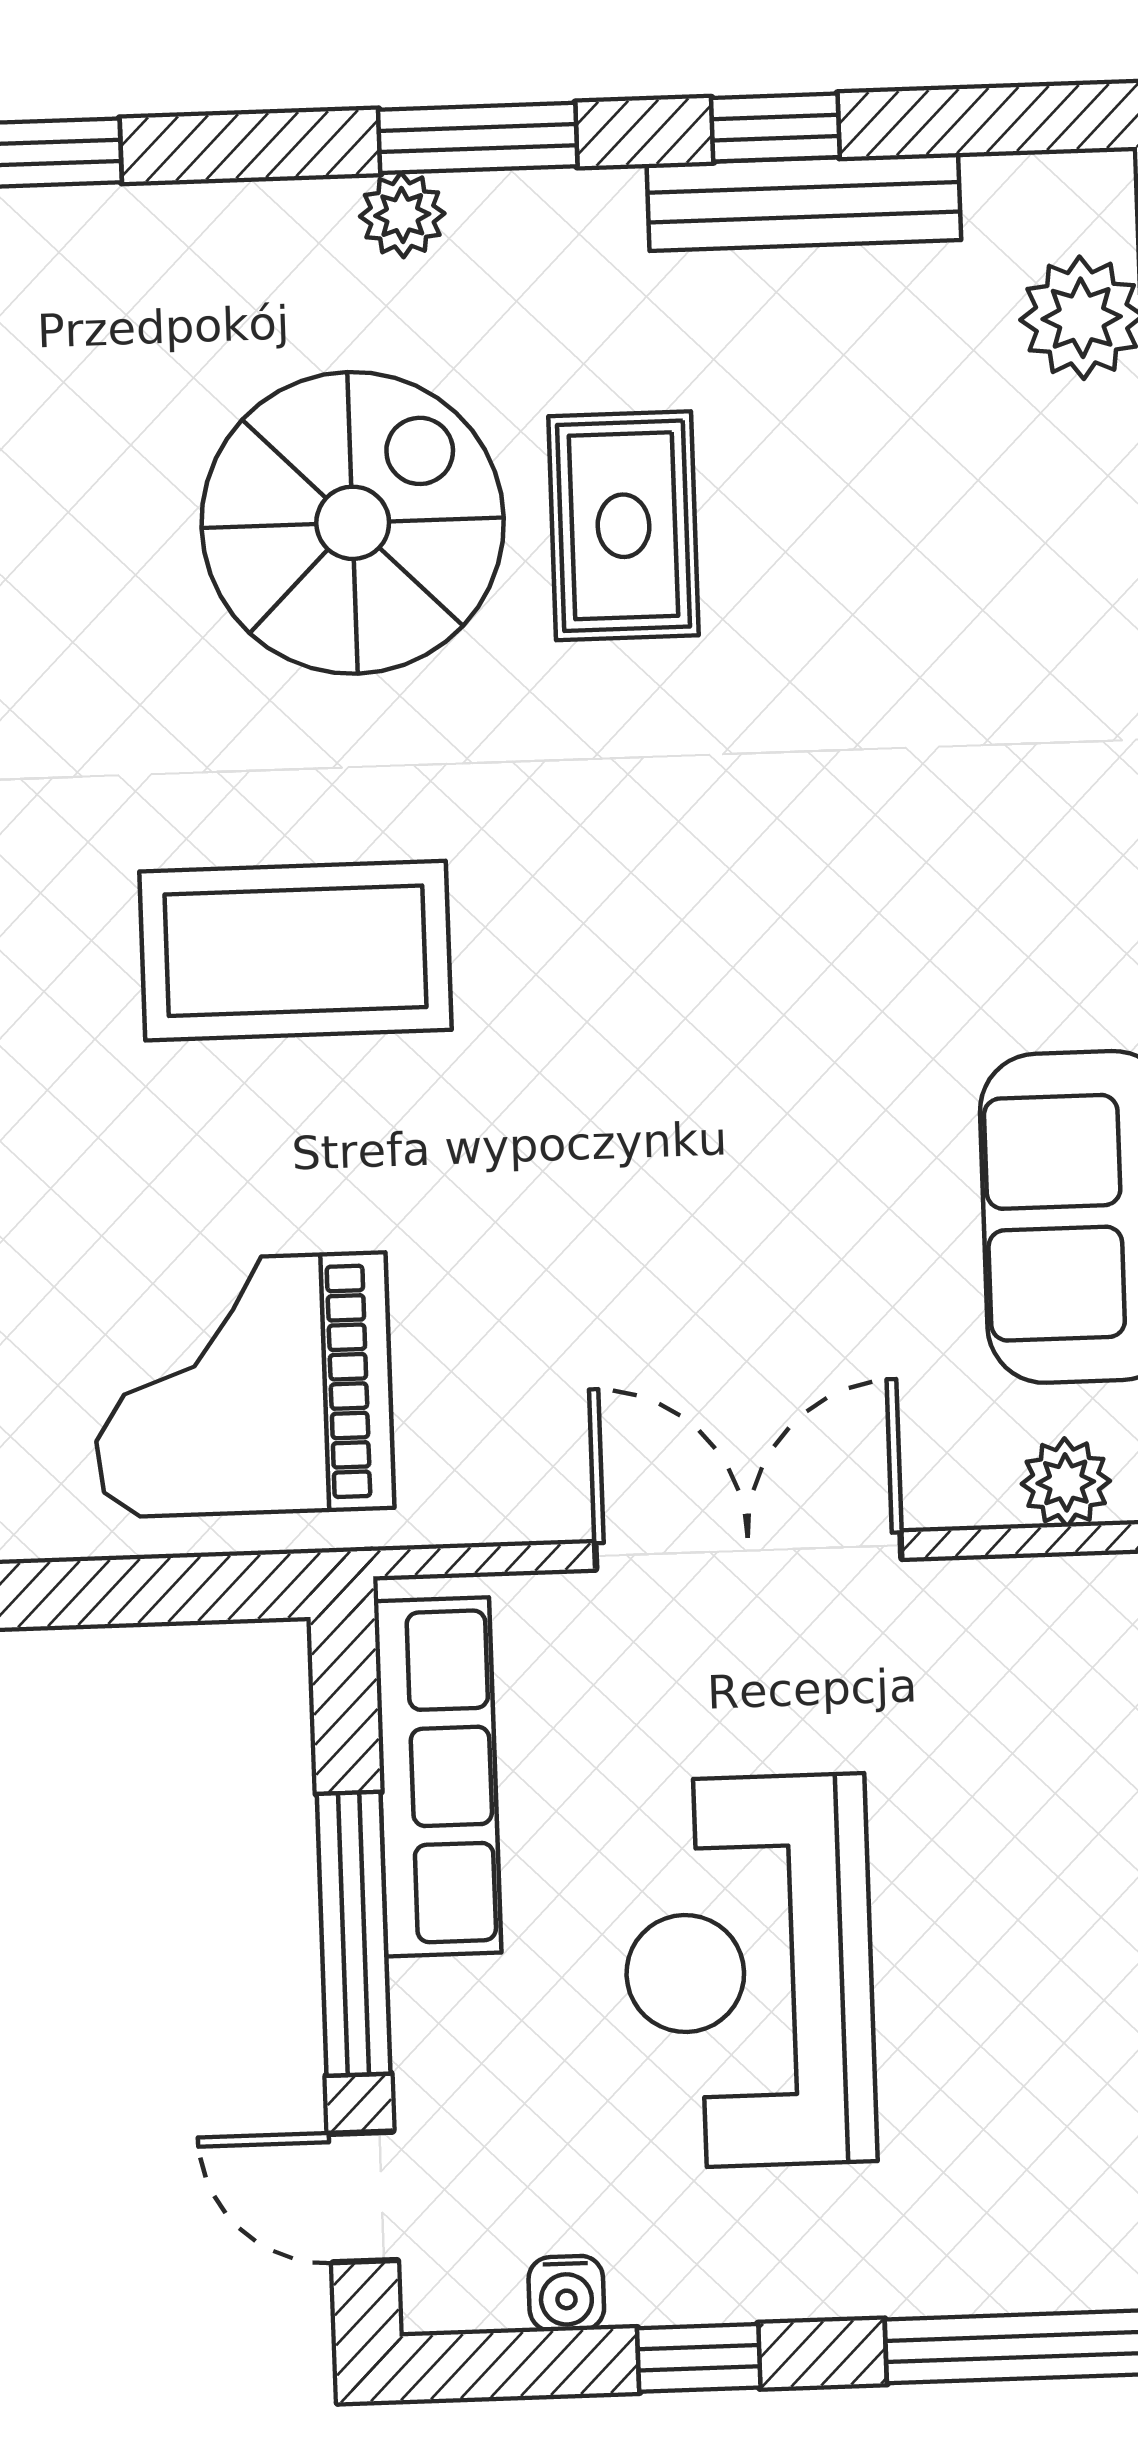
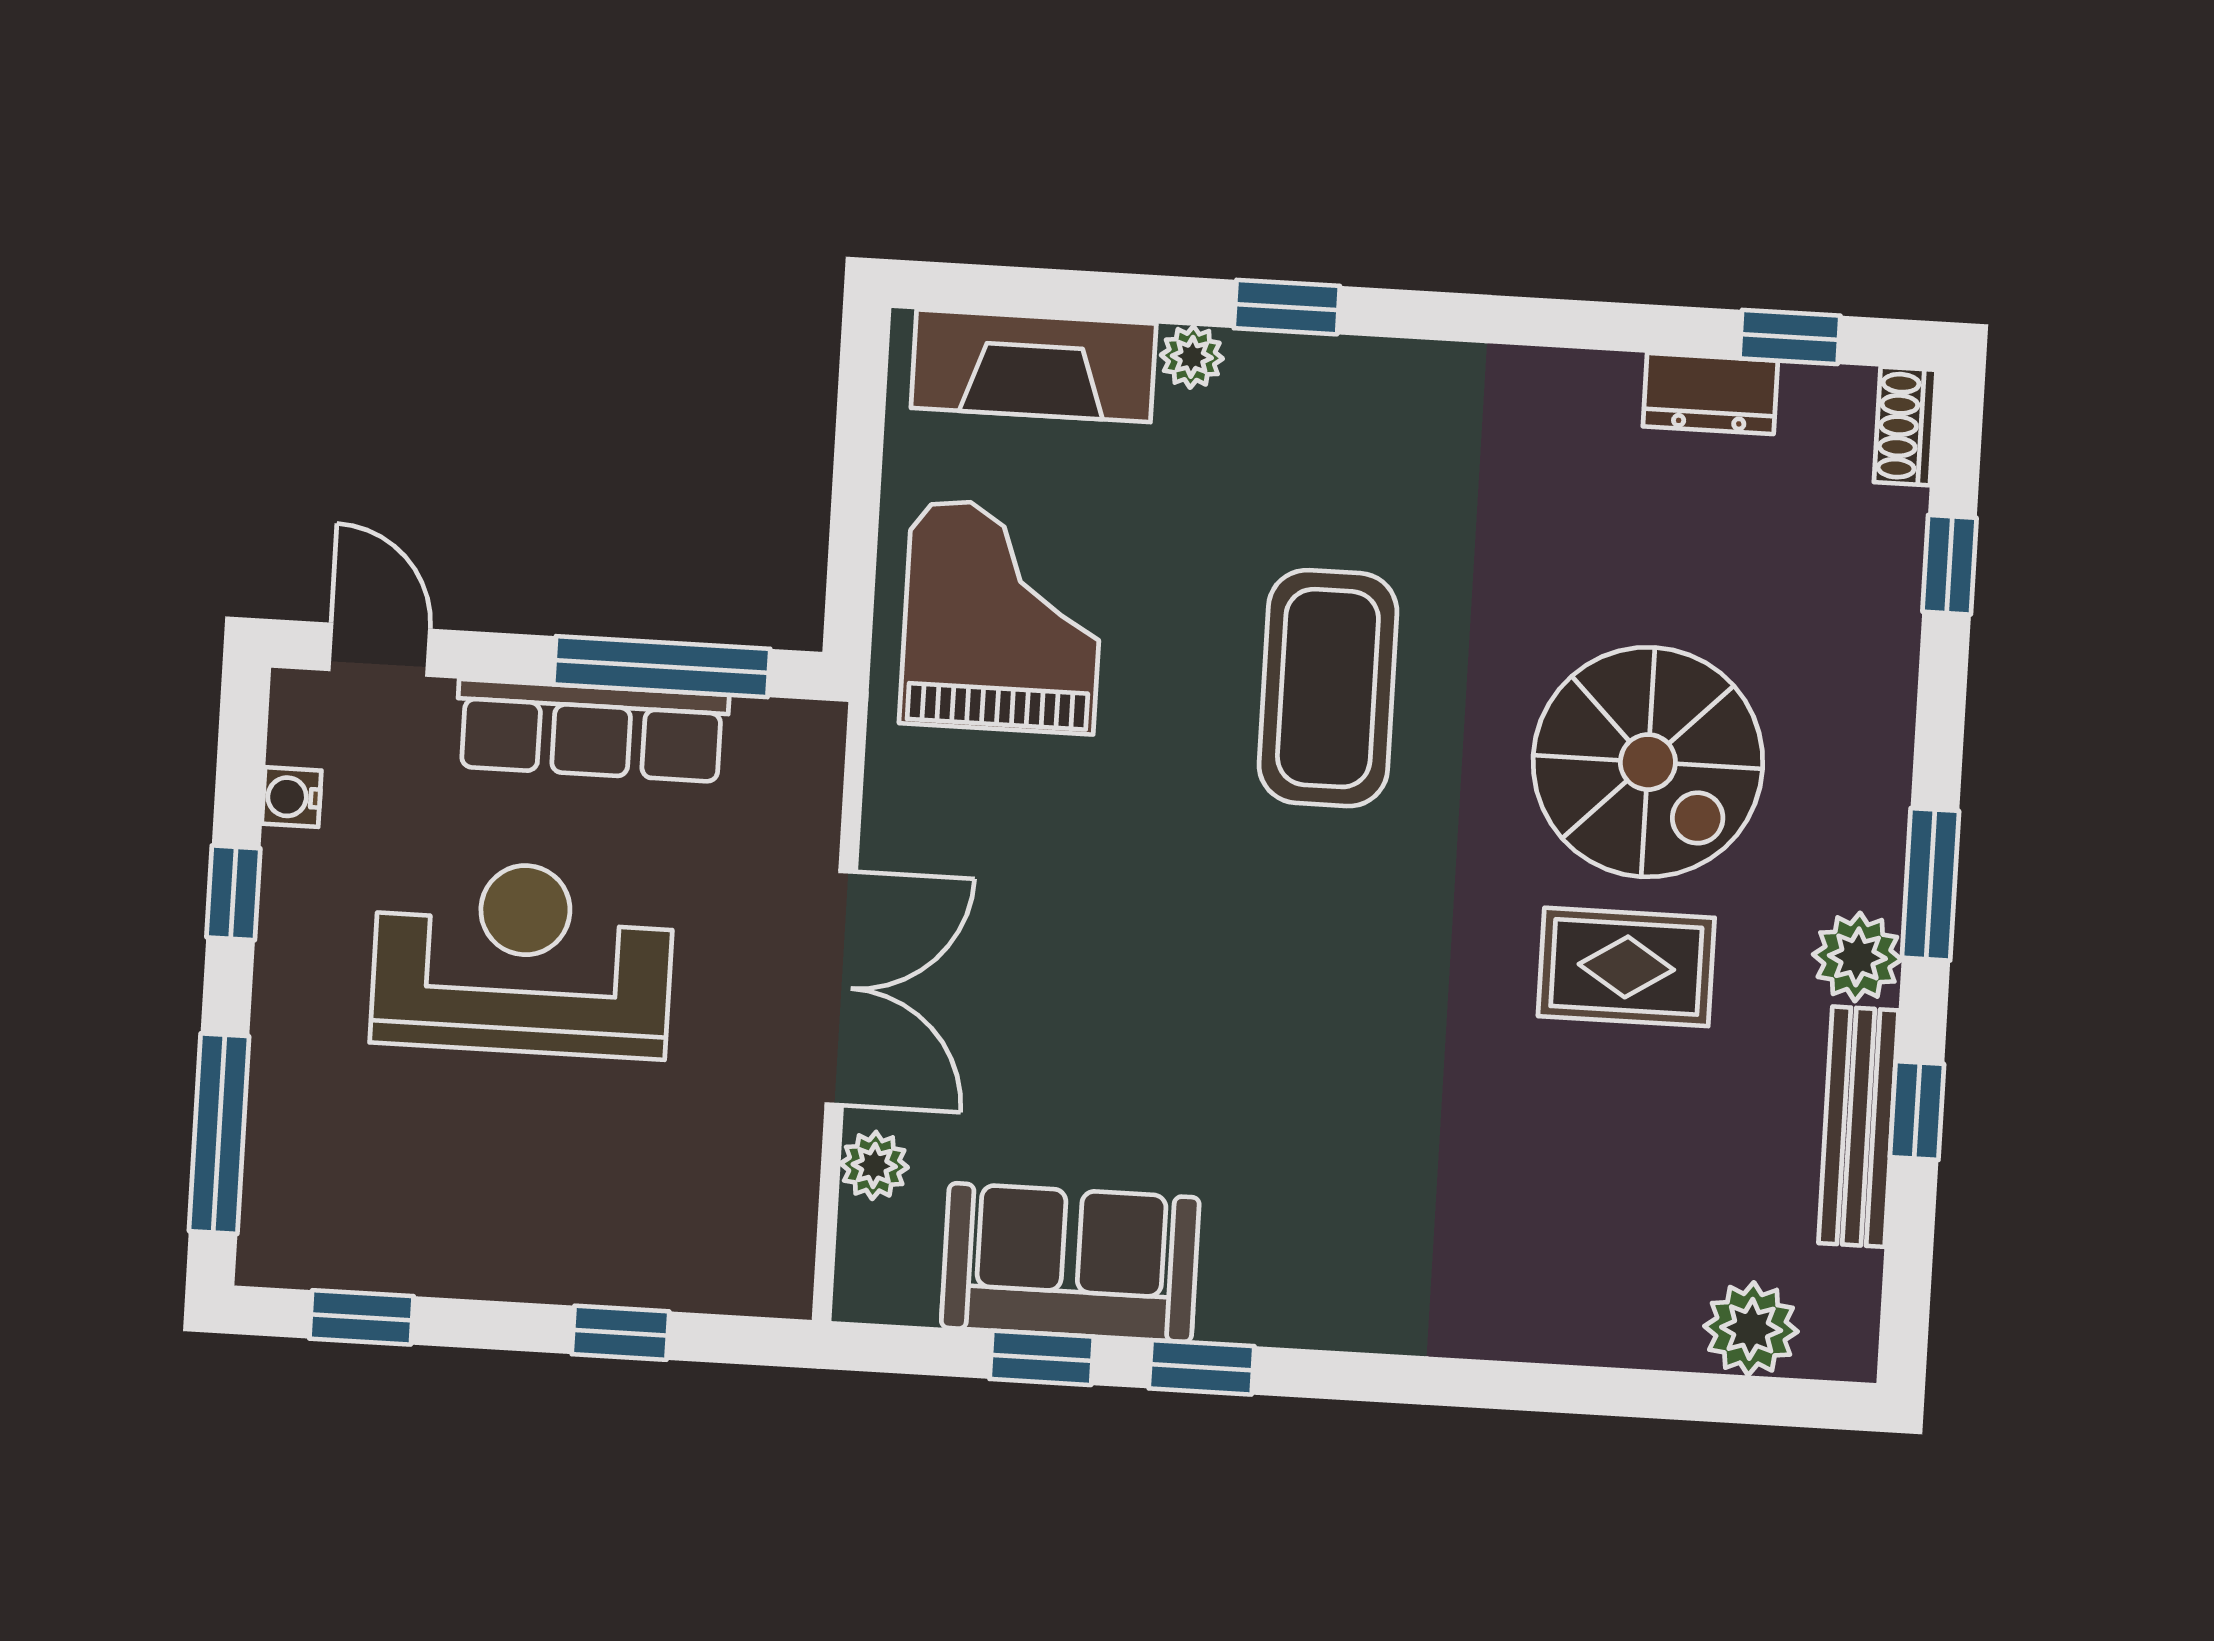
plant: (402, 215) -> (1857, 957), moved, width x1.38, depth x1.38
plant: (1066, 1482) -> (874, 1165), moved
row of seats: (438, 1777) -> (592, 731), moved
window: (354, 1934) -> (662, 667), moved
door: (363, 2197) -> (379, 650), hinge flipped

